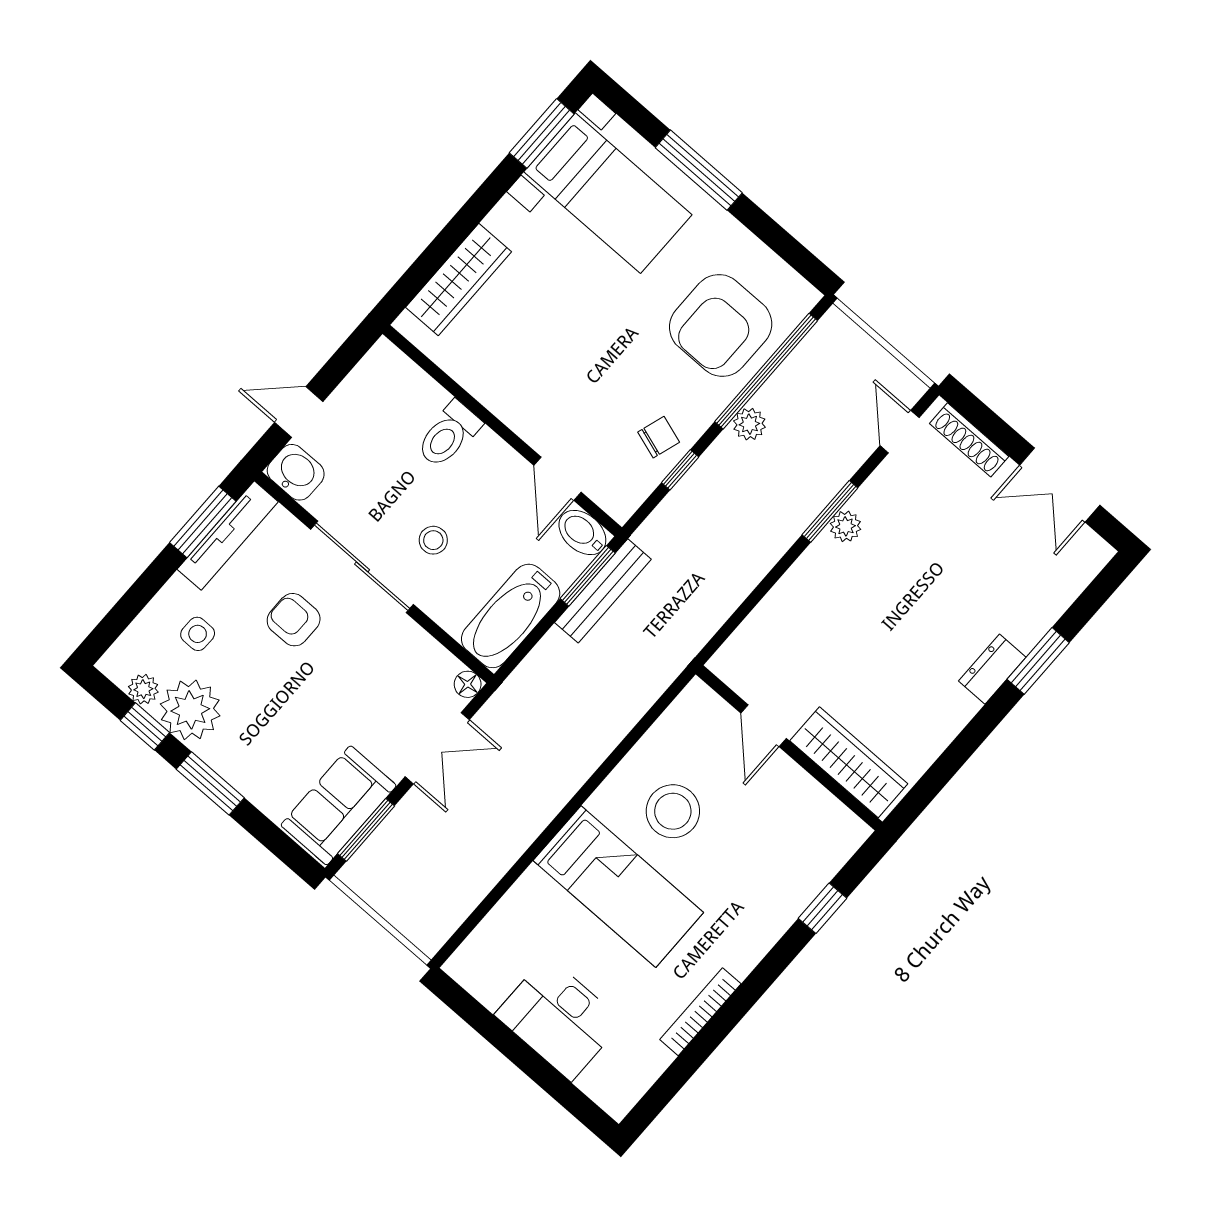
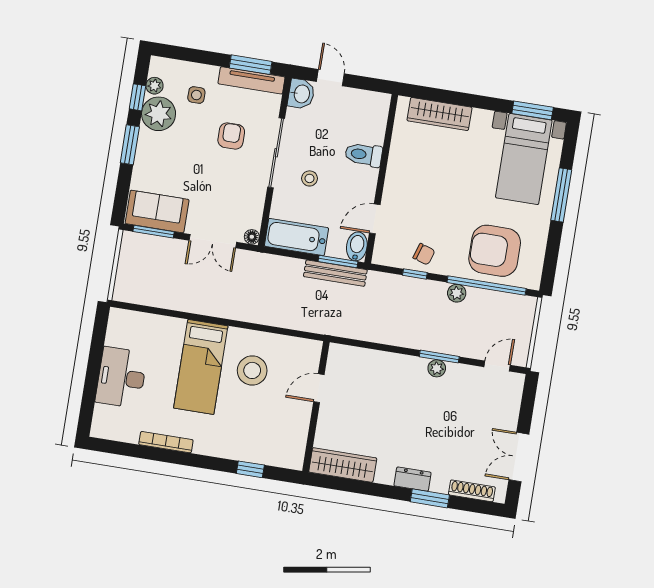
shoe rack: (969, 440) -> (472, 491), moved, turned 90
wardrobe: (849, 762) -> (343, 465), moved, turned -90

